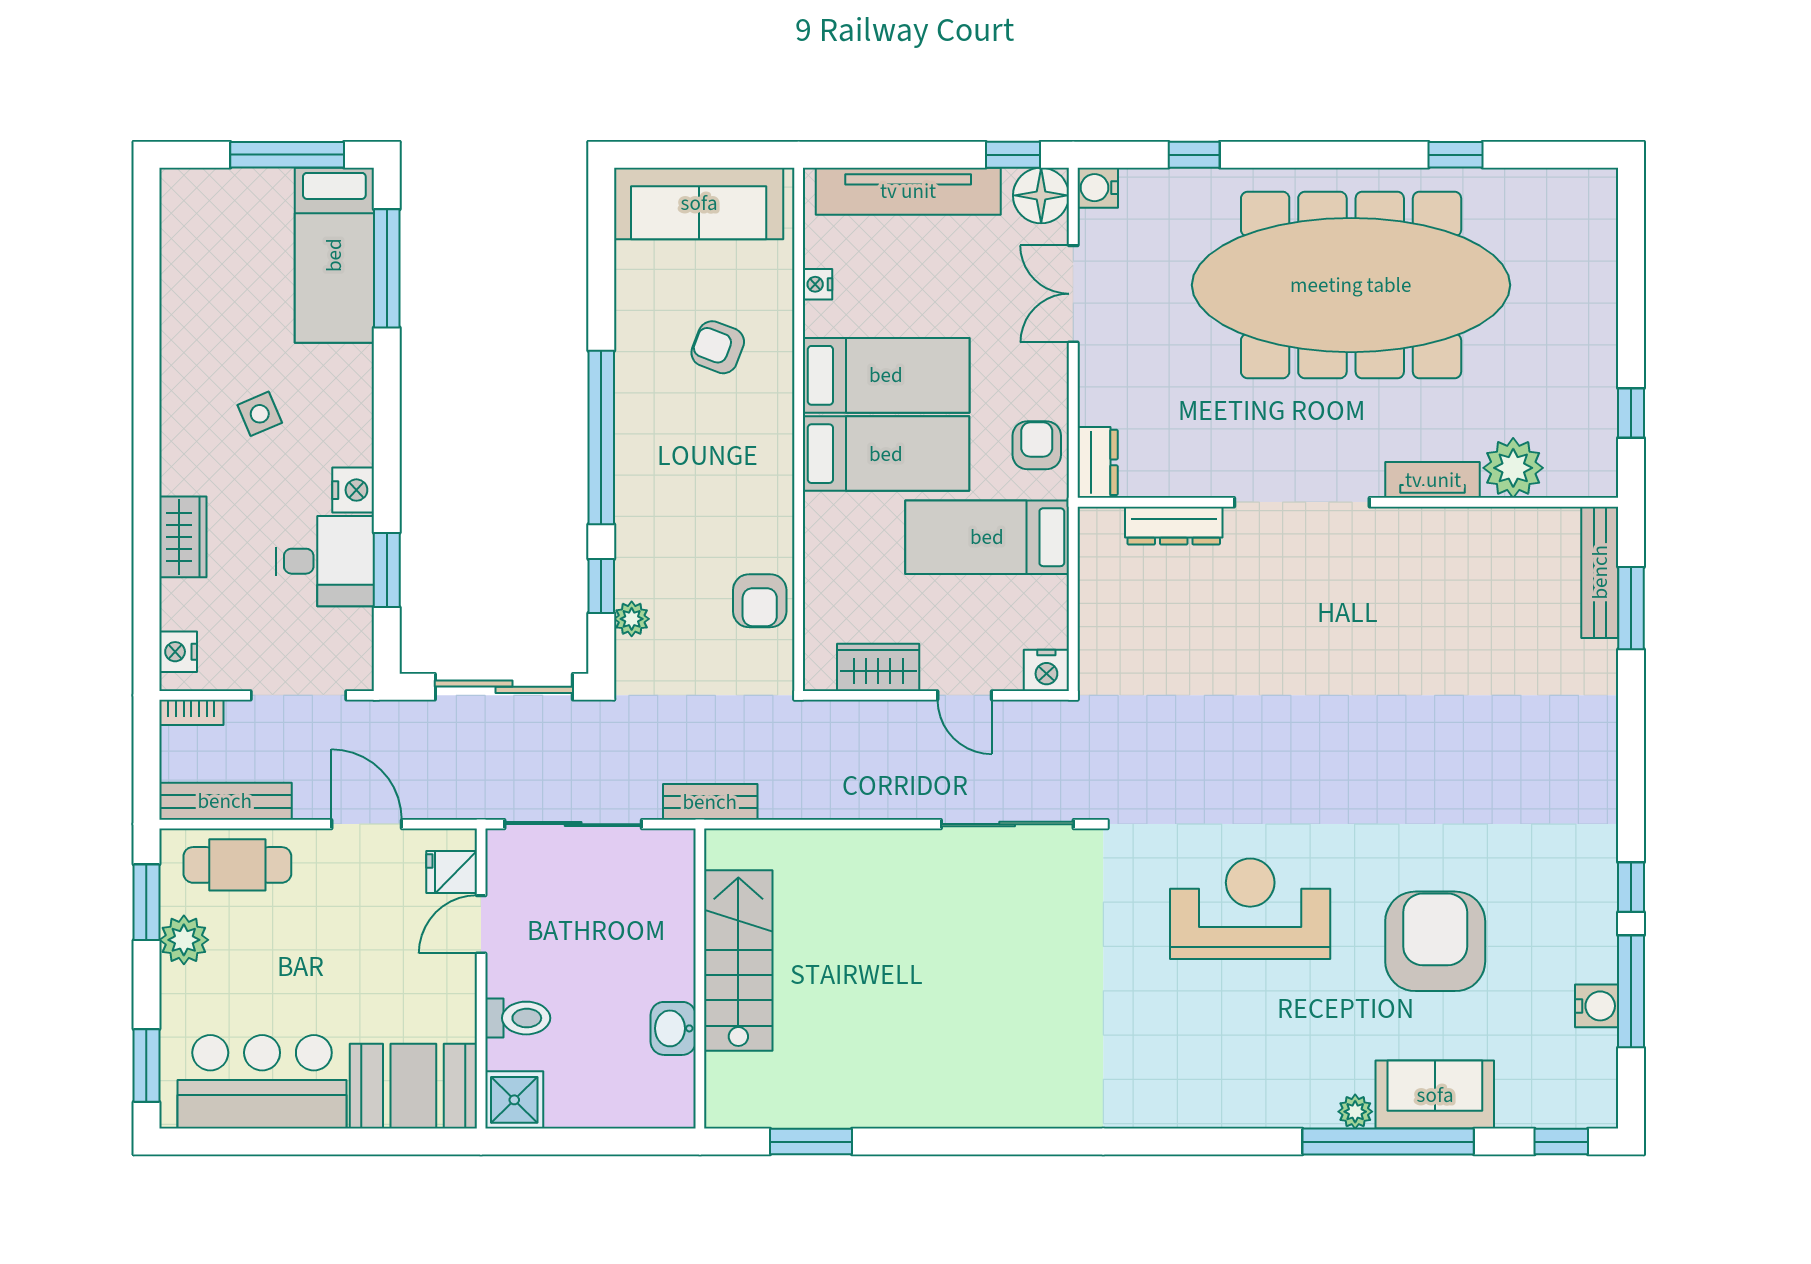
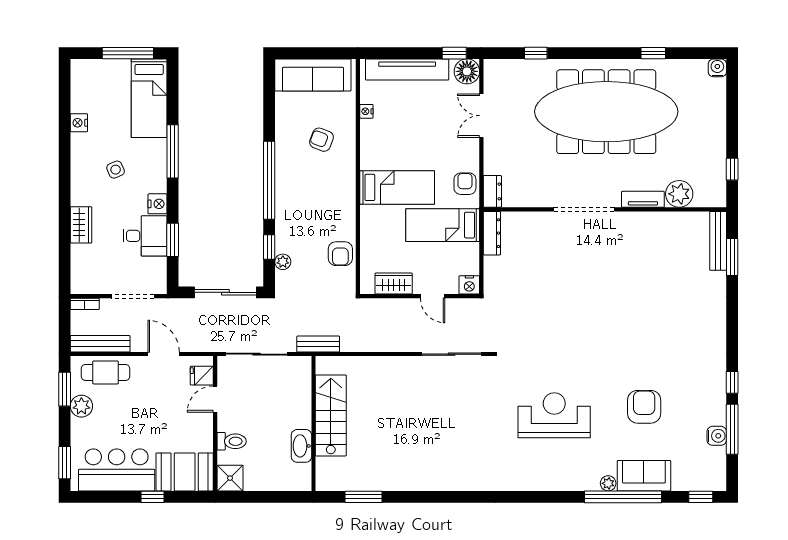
water cooler: (1098, 188) -> (717, 68), moved, turned 90
window: (387, 268) -> (173, 151), moved
bed: (886, 375) -> (397, 152), removed
dresser: (1174, 526) -> (492, 233), moved, turned -90
nightstand: (178, 652) -> (79, 123), moved
reception desk: (1250, 909) -> (554, 415), moved
armchair: (1435, 941) -> (644, 407), width x0.73, depth x0.73
washbasin: (673, 1028) -> (301, 446), width x1.38
window: (342, 1142) -> (152, 497), added

